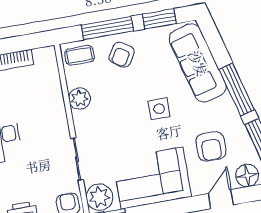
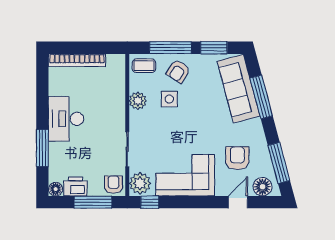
window: (237, 90) -> (261, 97), moved
side table: (159, 109) -> (169, 99), moved
armchair: (211, 146) -> (237, 158), turned 180

